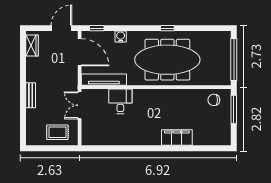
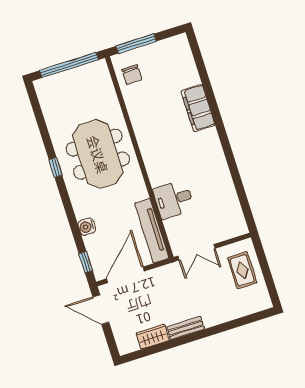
wardrobe: (32, 45) -> (153, 337), moved
meeting table: (167, 60) -> (98, 154), width x0.73
bench: (31, 95) -> (186, 328), moved

